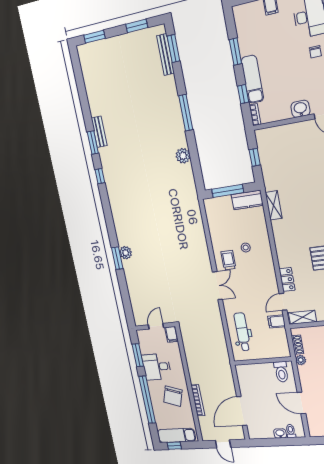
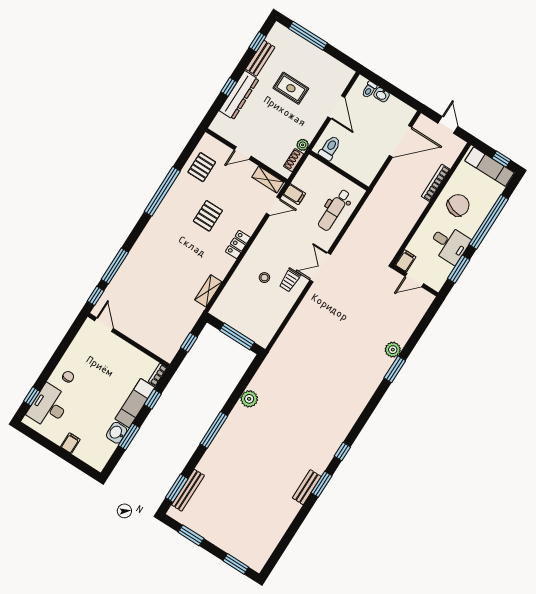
washbasin: (300, 109) -> (117, 433), moved, turned 90
kitchen counter: (247, 200) -> (227, 315), removed
plant: (126, 253) -> (393, 350), moved
locker: (287, 279) -> (238, 244), moved

